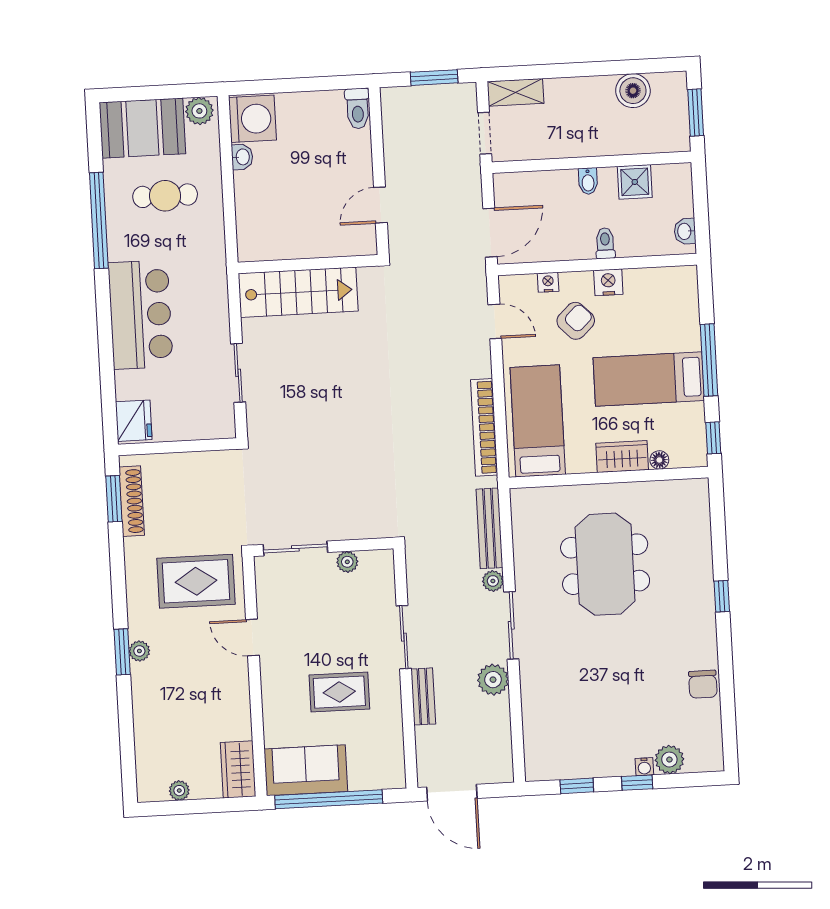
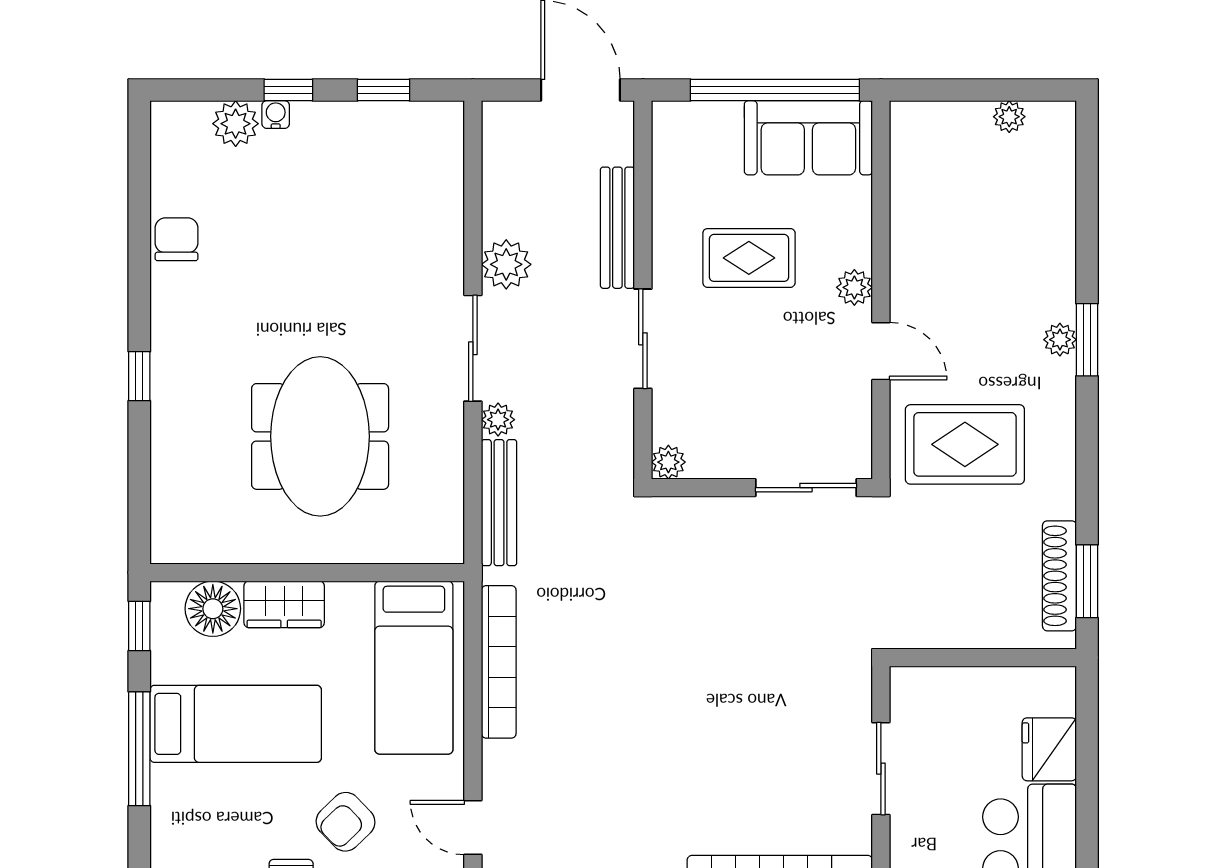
fridge: (134, 421) -> (1049, 749), moved
floor lamp: (659, 460) -> (213, 609), width x1.89, depth x1.89
plant: (347, 562) -> (668, 462), moved
plant: (272, 677) -> (854, 287), added
bench: (423, 696) -> (617, 228), width x1.36
wardrobe: (238, 769) -> (915, 145), removed

